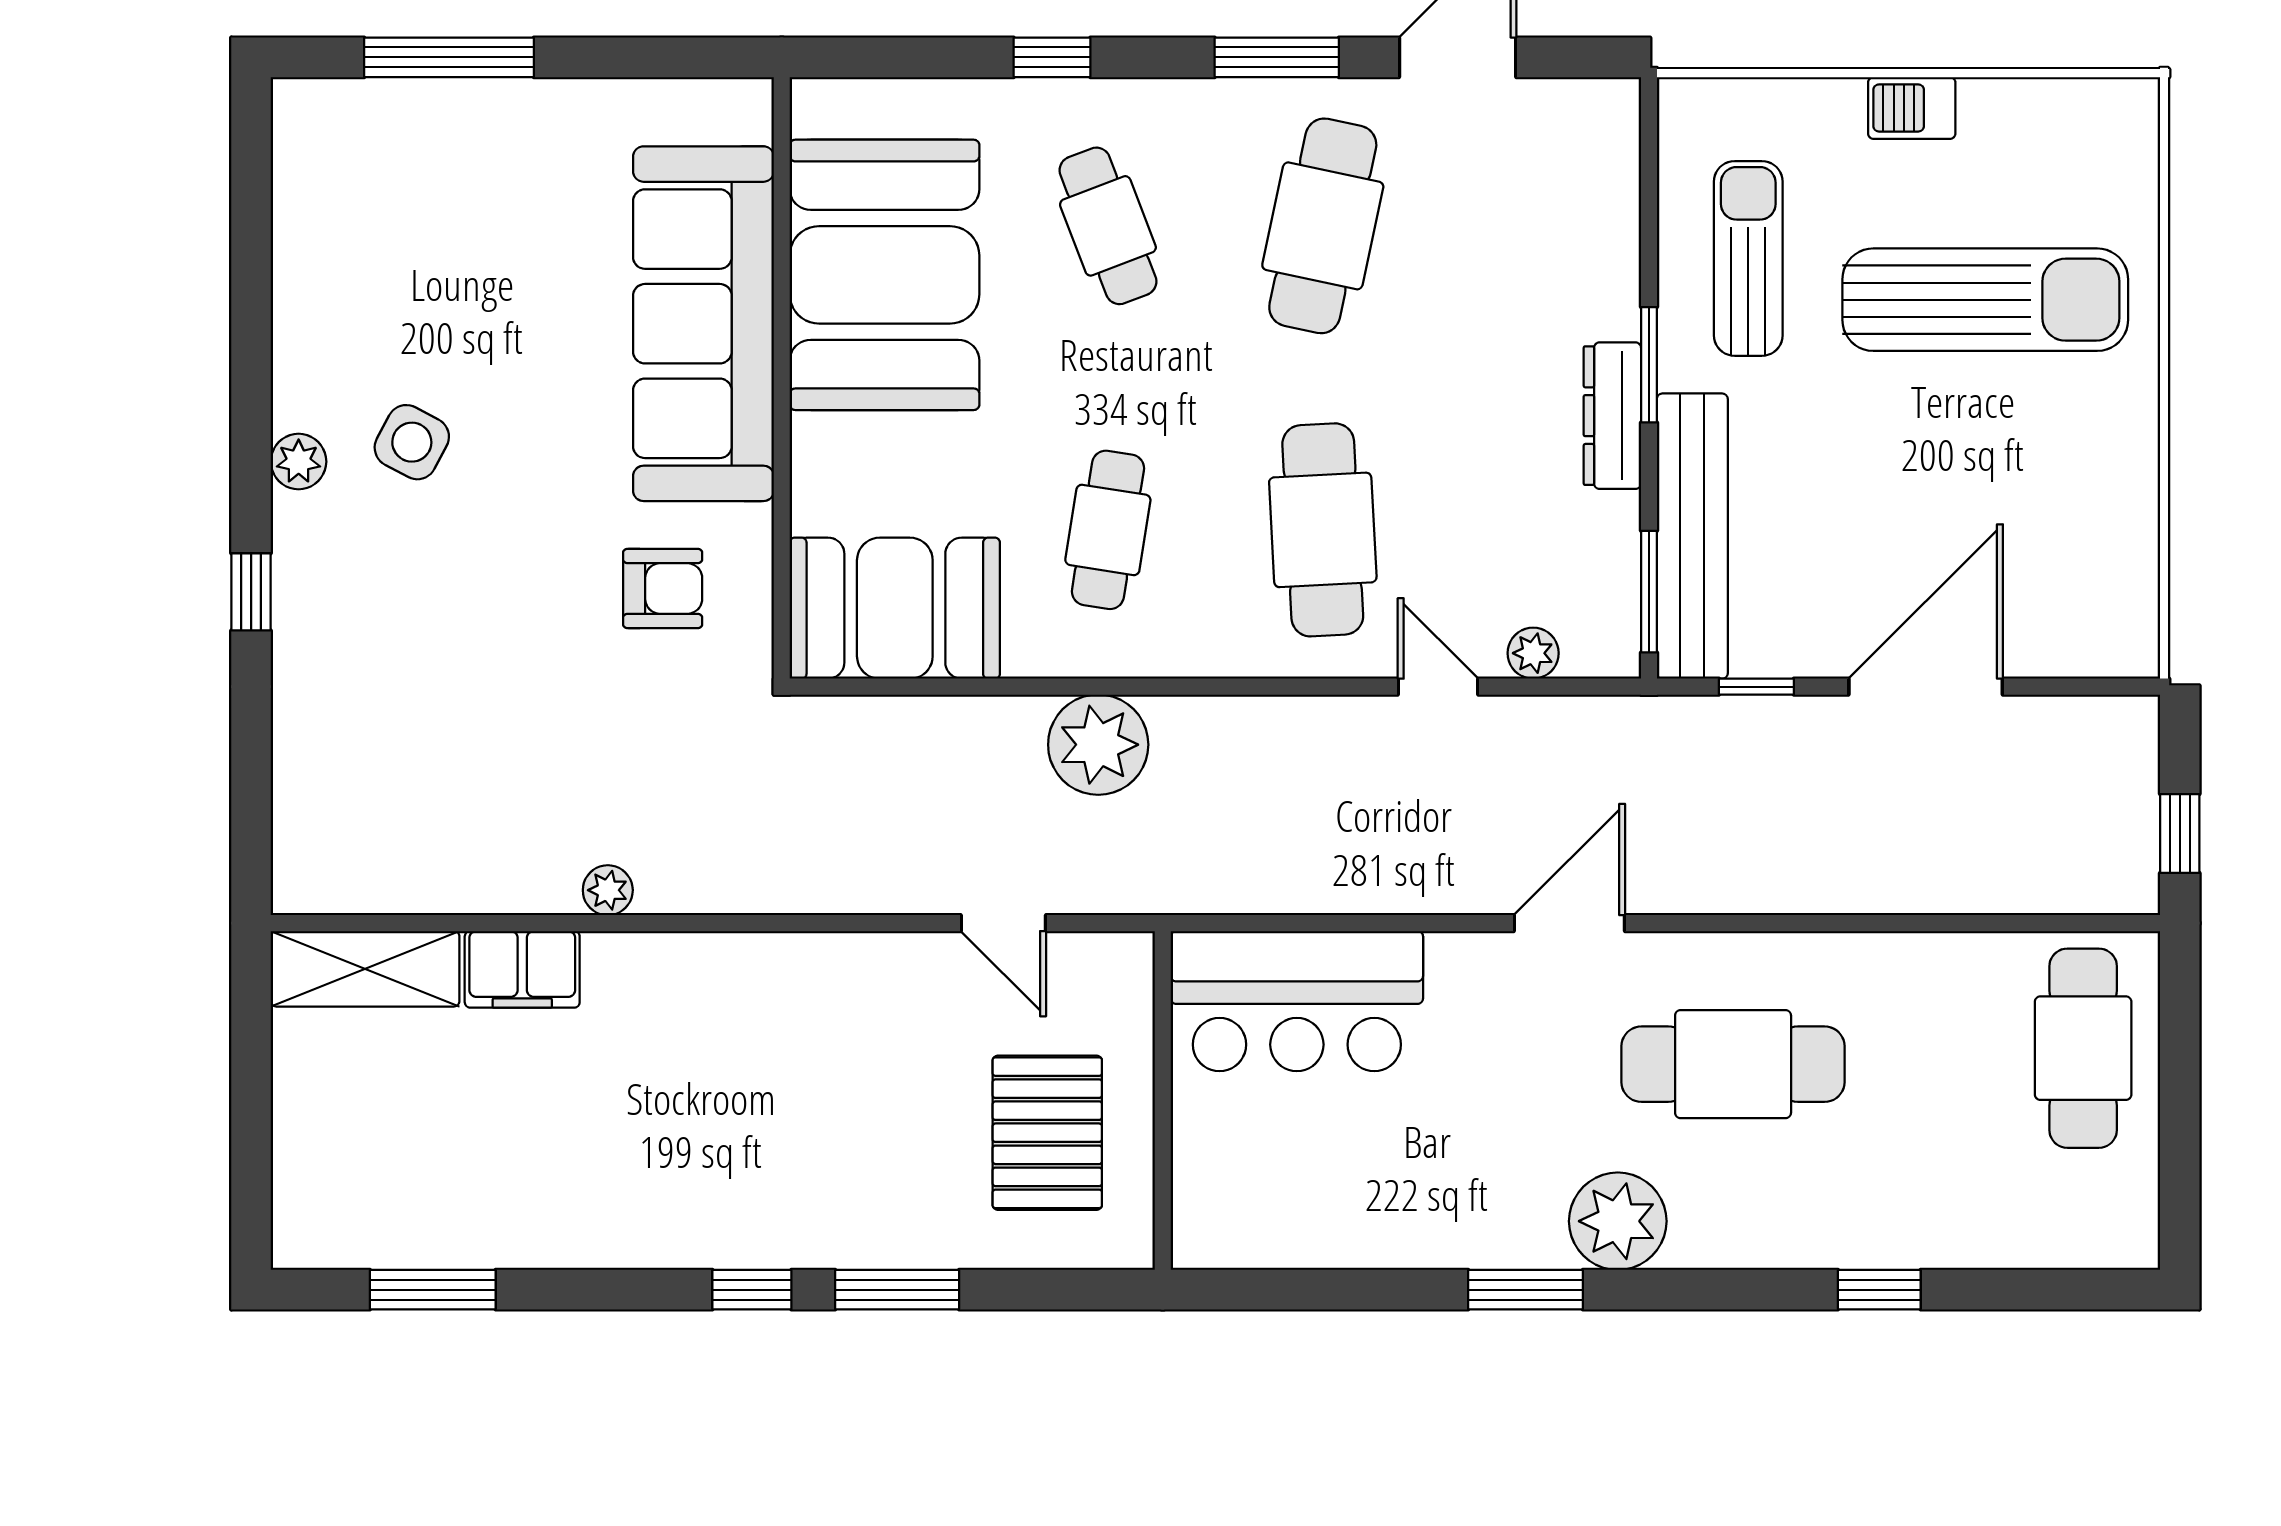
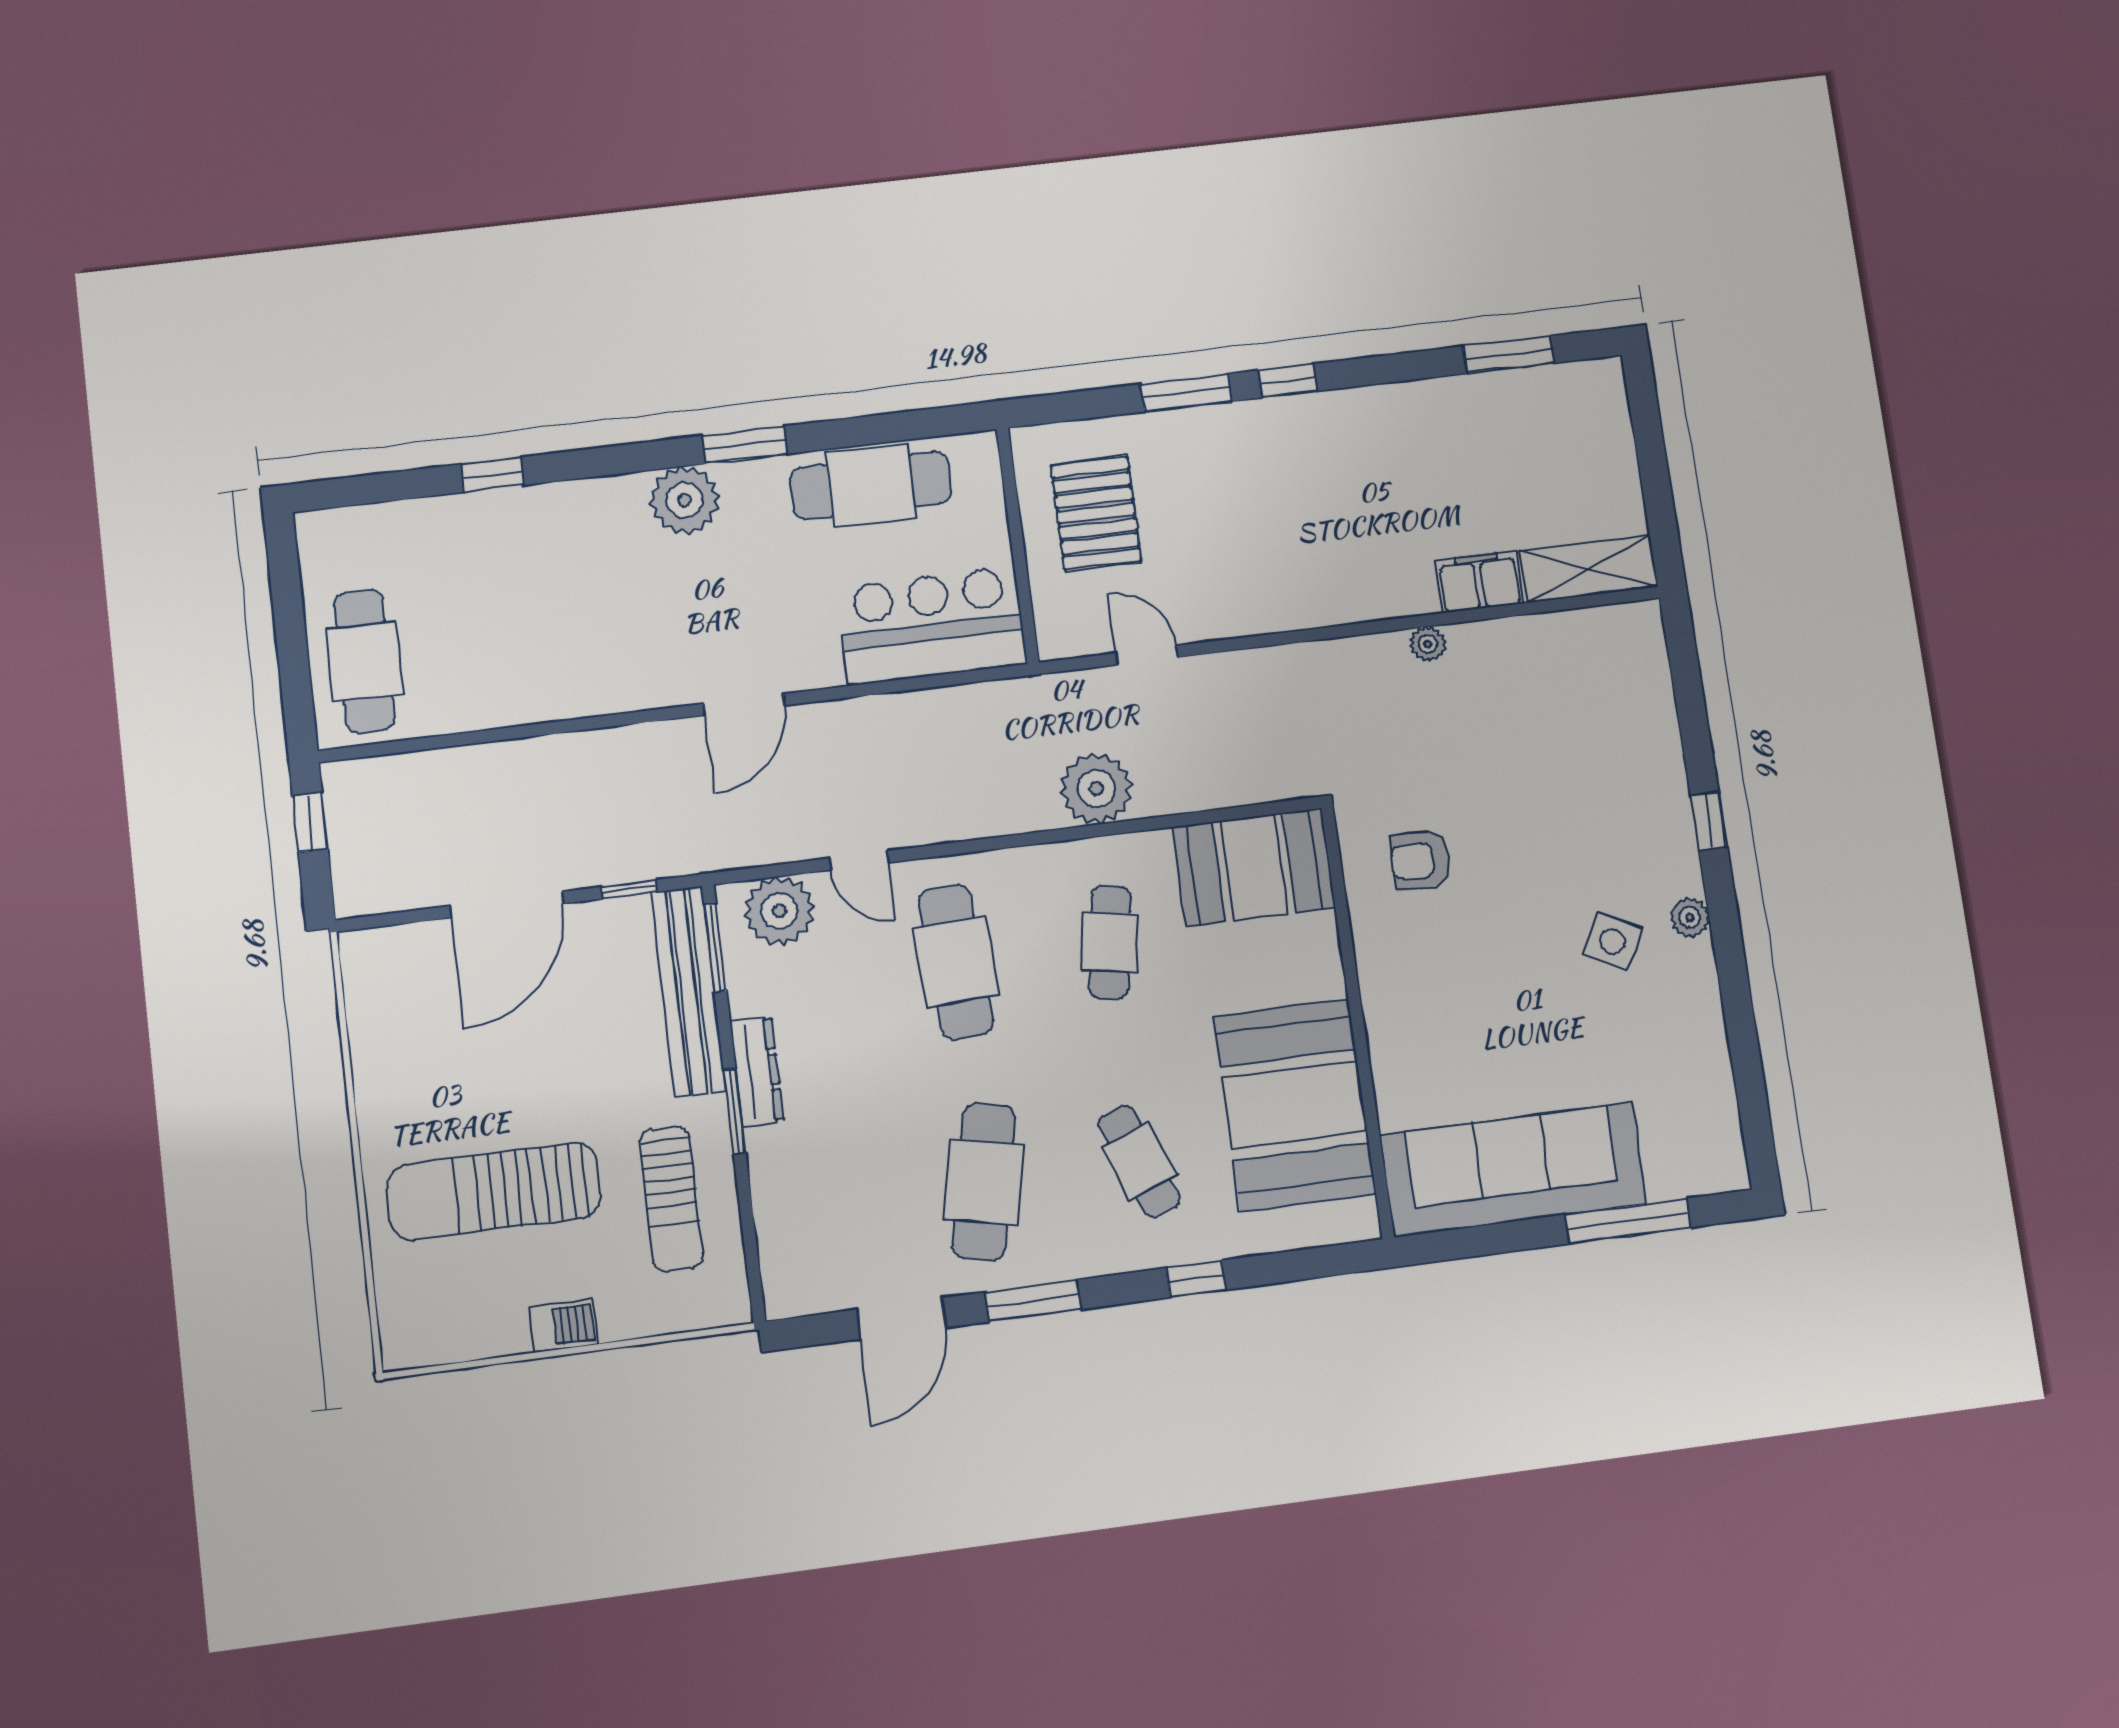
sofa: (703, 324) -> (1513, 1170), moved, turned -90
plant: (1533, 653) -> (779, 911), width x1.88, depth x1.88
cafe table: (1733, 1064) -> (871, 486), moved

